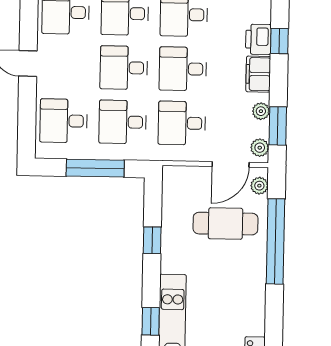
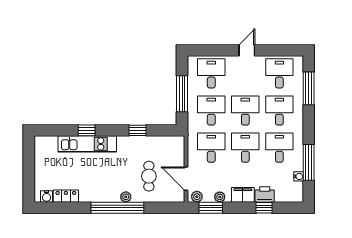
plant: (259, 186) -> (126, 197), moved
cafe table: (226, 224) -> (149, 176), width x0.73, depth x0.74
window: (276, 241) -> (117, 208), moved

